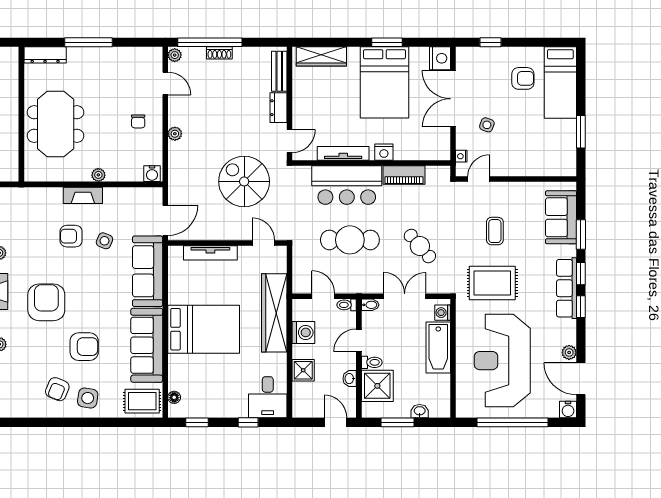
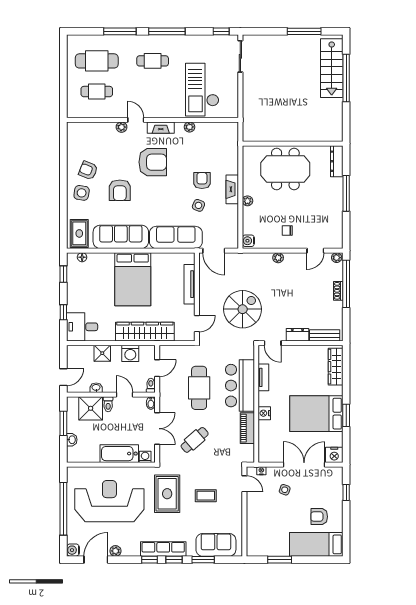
armchair: (523, 78) -> (319, 517), turned 90
tv unit: (343, 153) -> (263, 377), width x0.71

